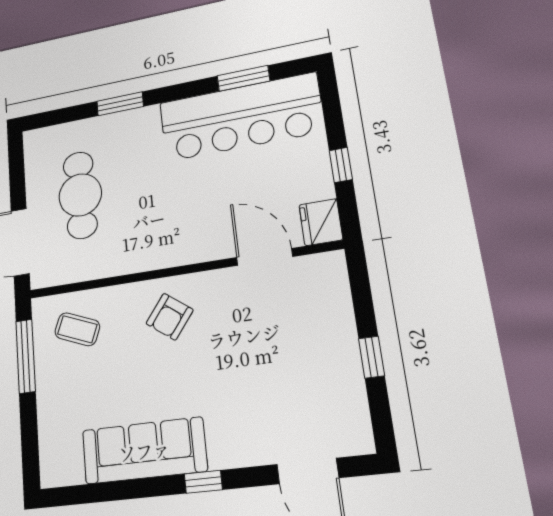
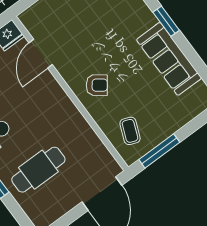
cafe table: (80, 195) -> (38, 170), moved
window: (203, 482) -> (166, 21), width x1.50

